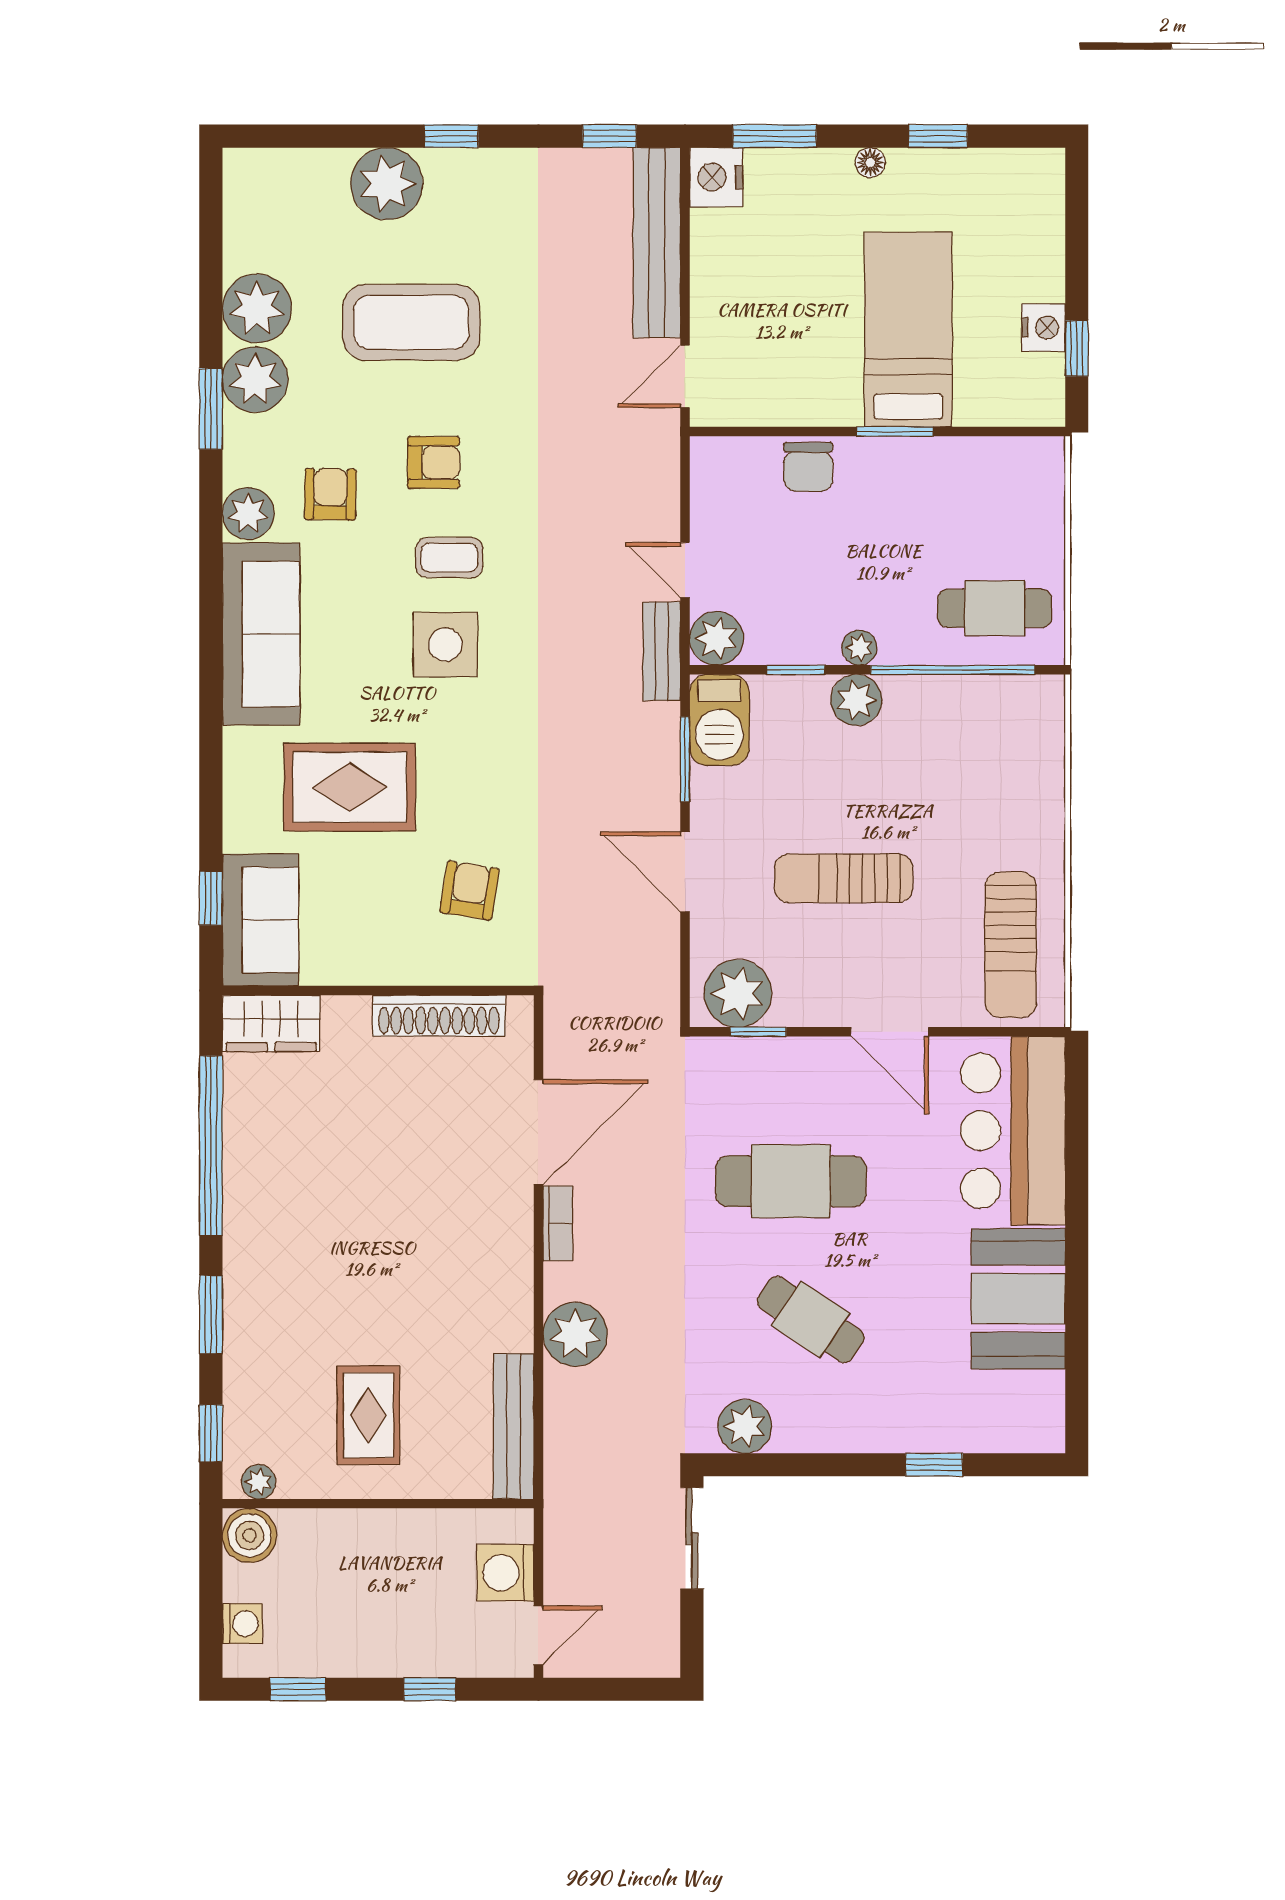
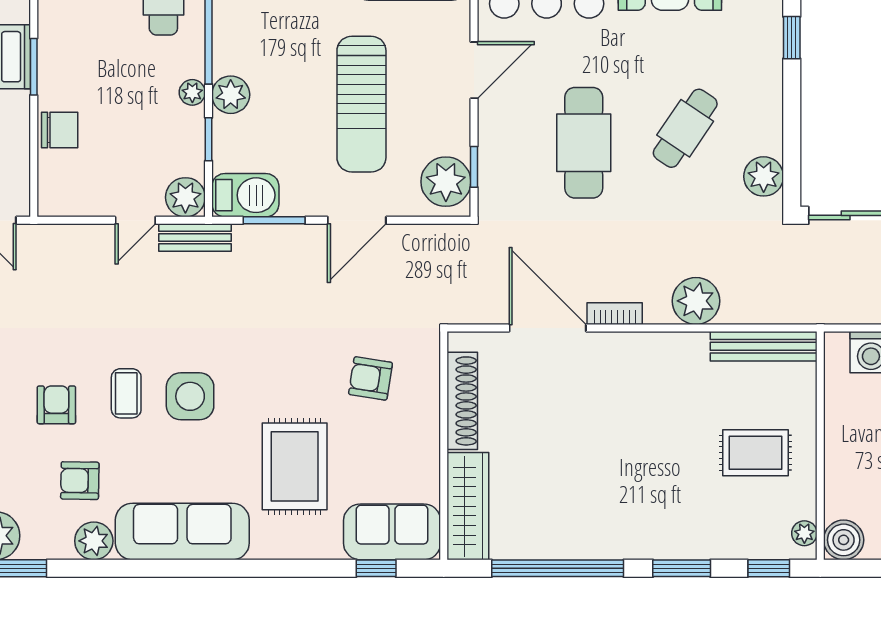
sun lounger: (843, 878) -> (361, 104), width x1.36, depth x1.34
wardrobe: (271, 1023) -> (468, 506), width x1.50

